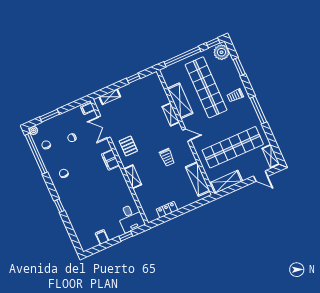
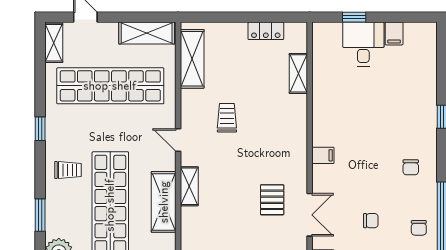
window: (258, 110) -> (40, 129), width x0.46
pallet: (128, 146) -> (272, 200), moved
filing cabinet: (110, 160) -> (323, 155), width x0.50
shelving: (133, 177) -> (298, 73), moved
desk: (131, 218) -> (363, 44), moved

